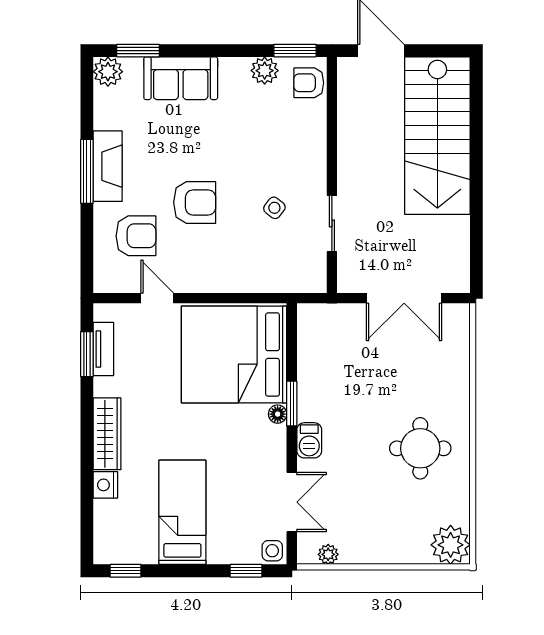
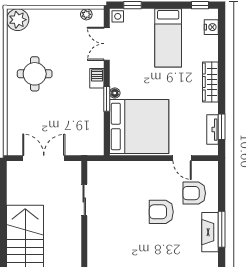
side table: (274, 208) -> (116, 209), removed
nightstand: (105, 485) -> (211, 27), moved

